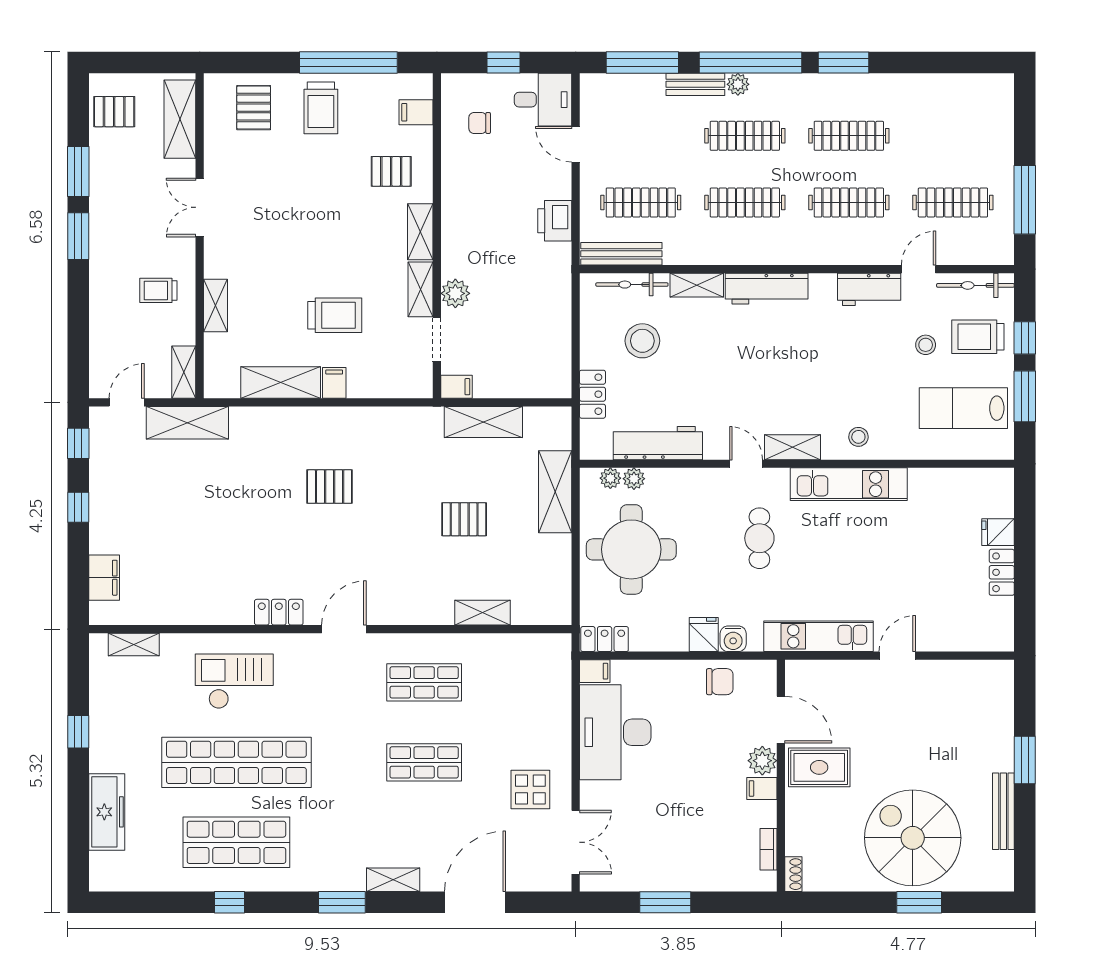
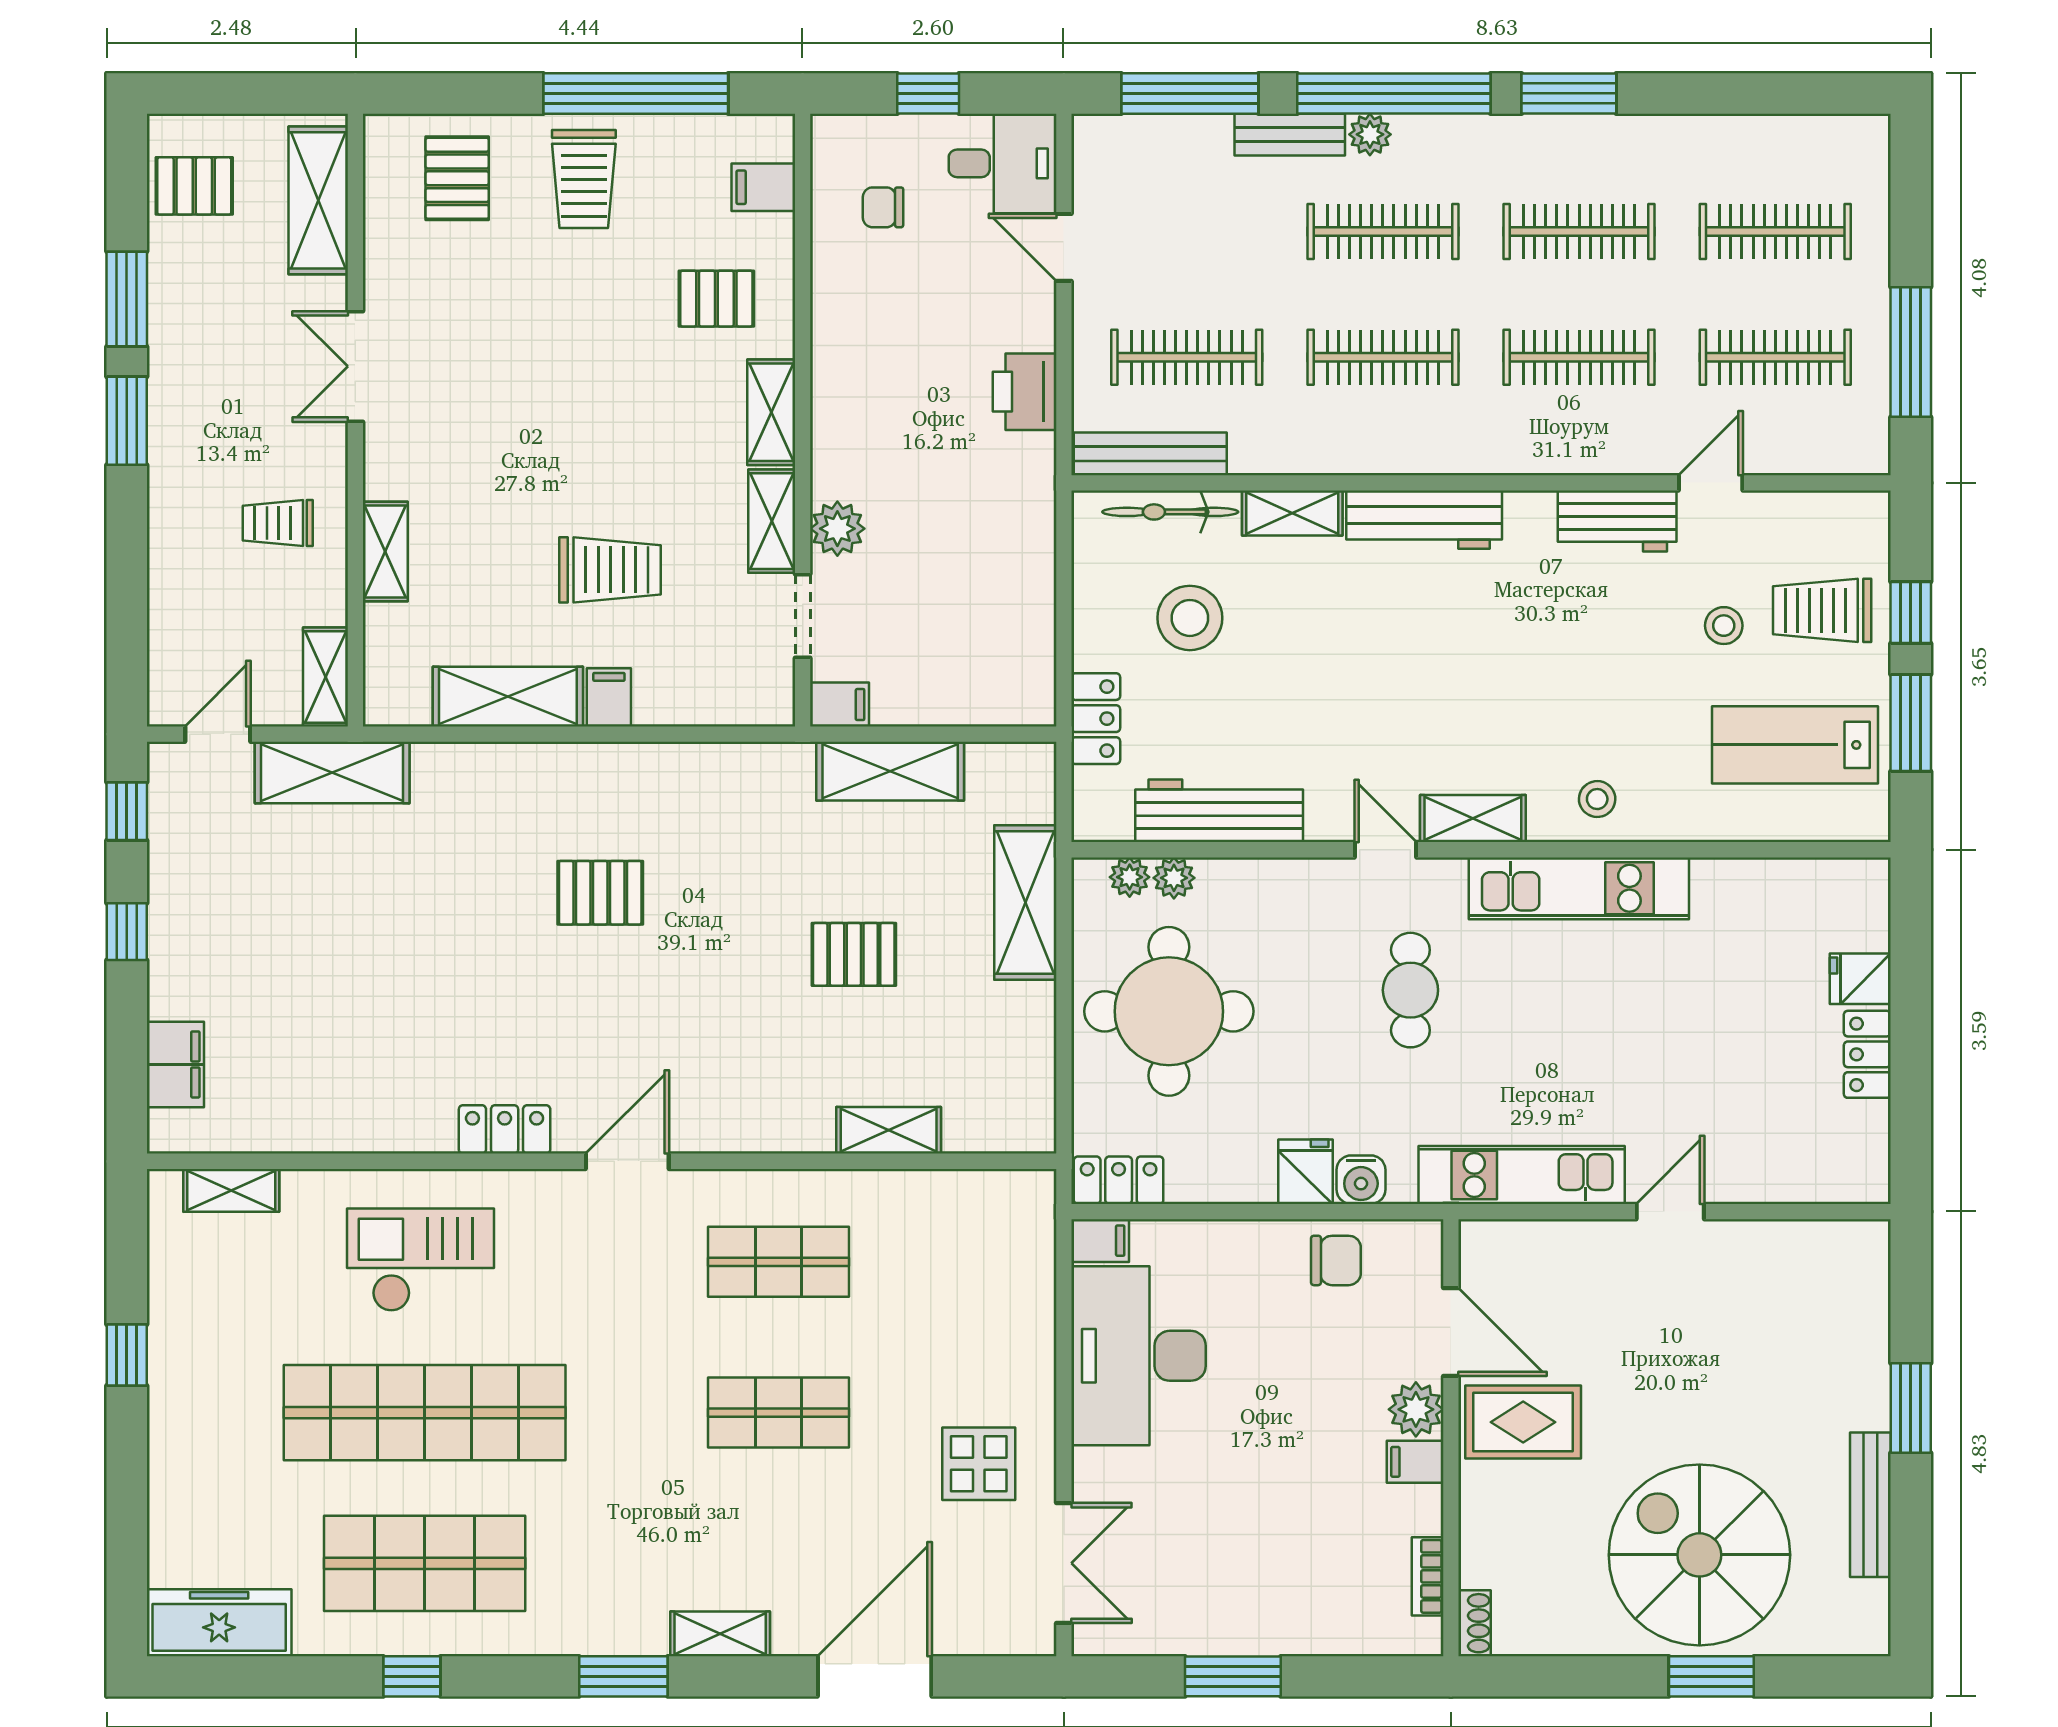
clothes rail: (953, 136) -> (1775, 232), added
bicycle: (975, 285) -> (1818, 514), removed
freezer: (107, 812) -> (219, 1623), moved, turned -90

